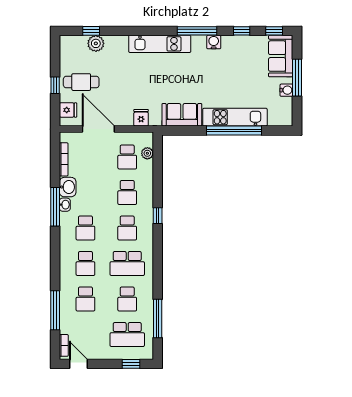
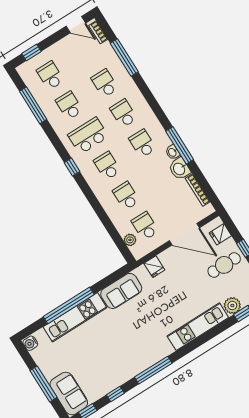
water cooler: (214, 42) -> (133, 370), removed
kitchen unit: (160, 44) -> (198, 327), moved
water cooler: (286, 90) -> (30, 343), moved
window: (158, 216) -> (72, 167), moved
school desk: (127, 335) -> (50, 75), width x0.54

